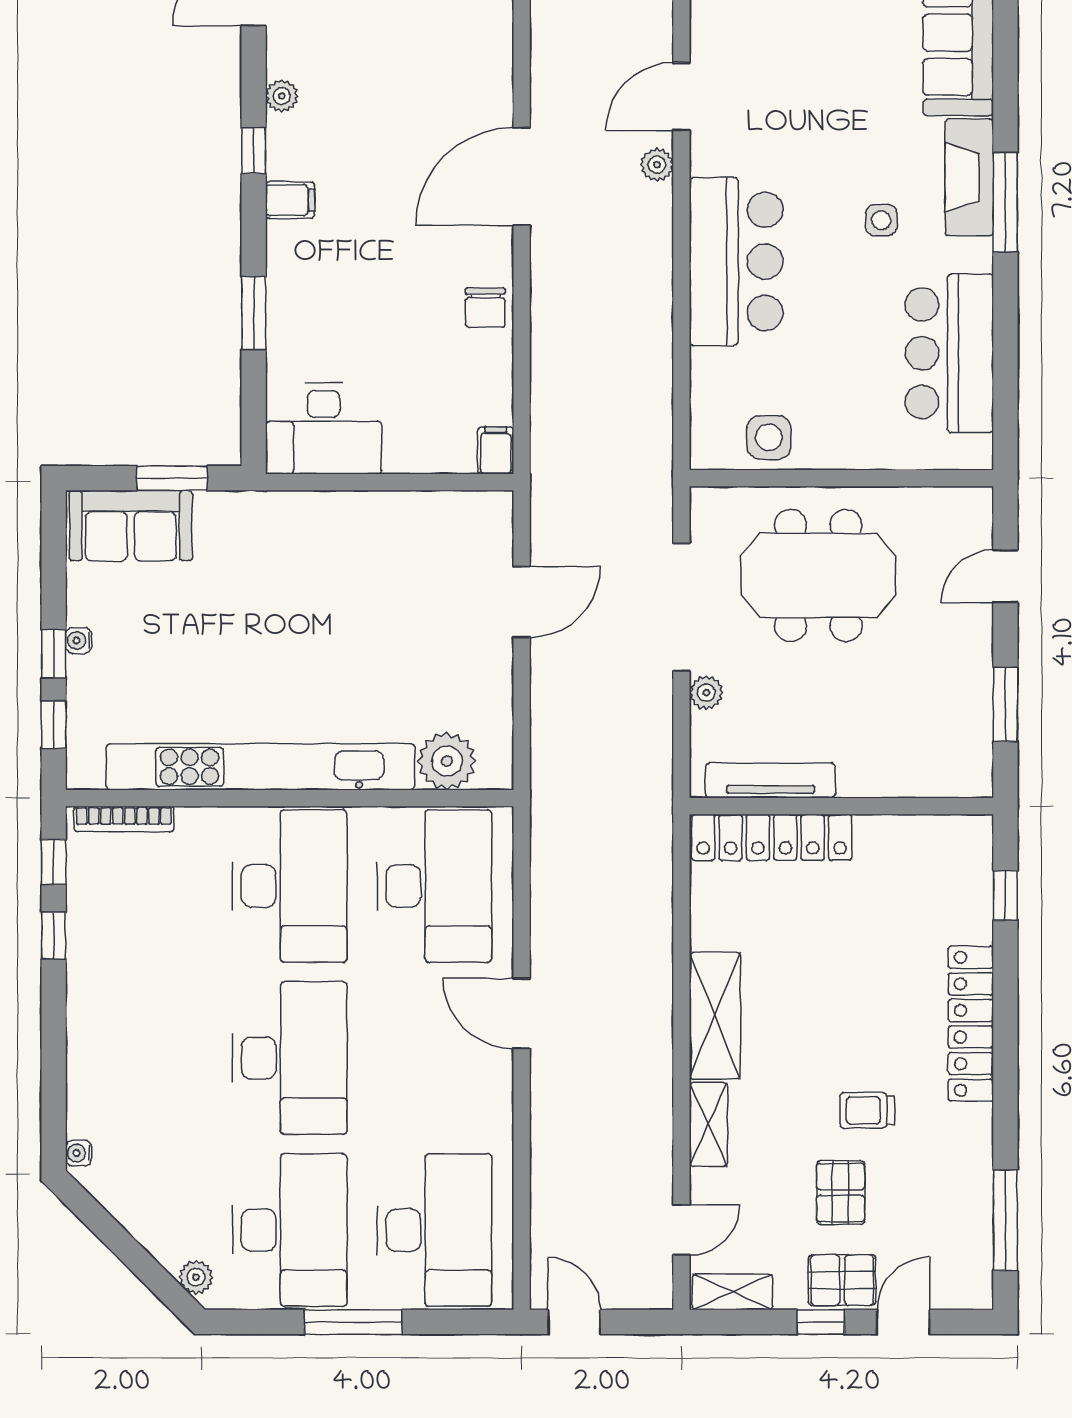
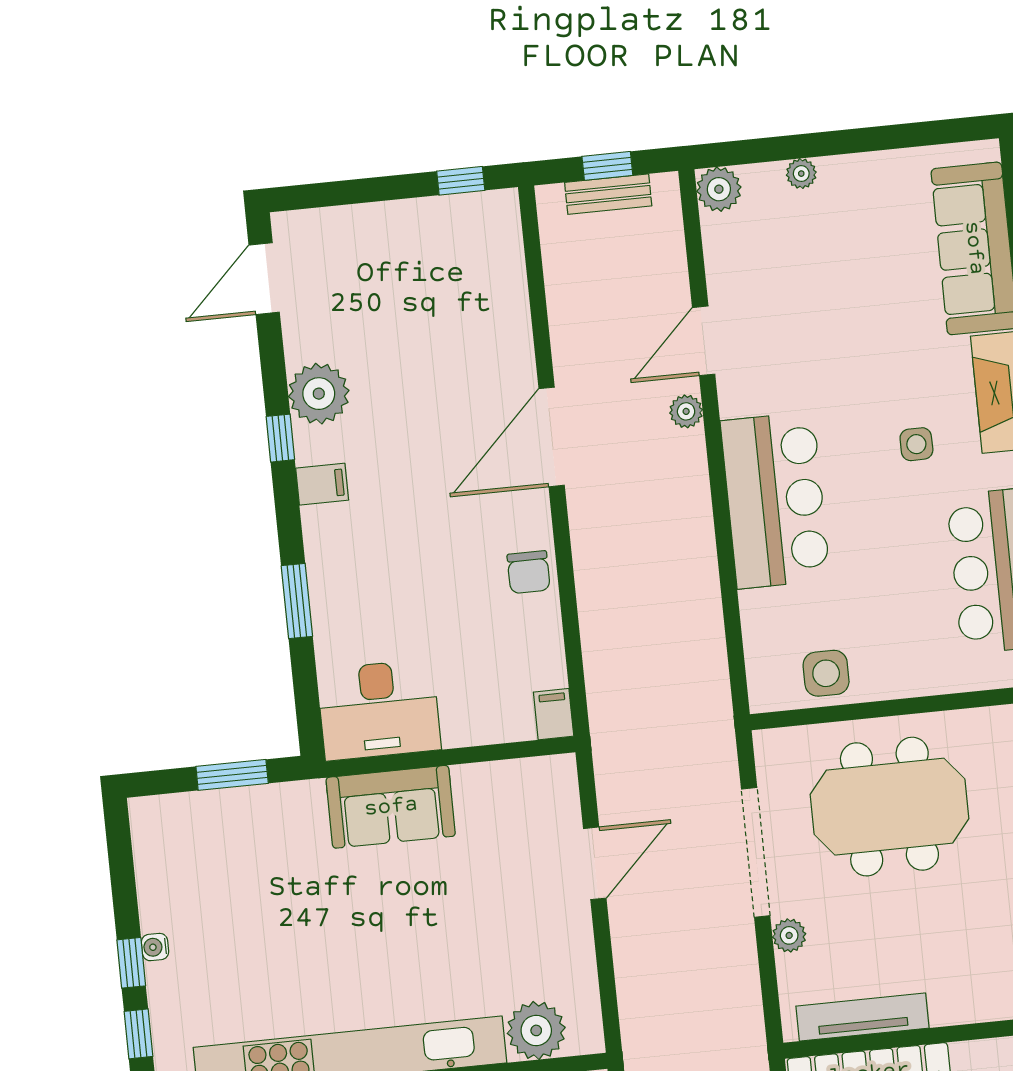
plant: (282, 96) -> (319, 394), width x1.87, depth x1.87
sofa: (131, 526) -> (391, 807), moved

